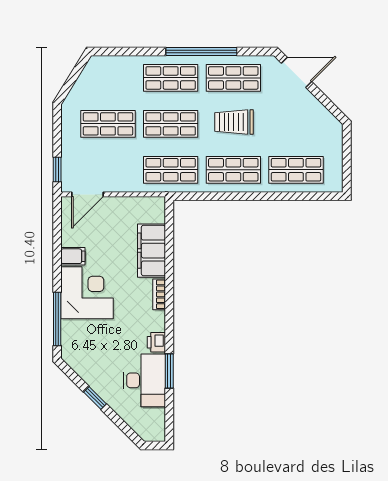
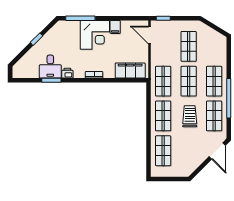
filing cabinet: (151, 251) -> (130, 71), moved
desk: (144, 380) -> (50, 67), width x0.73

